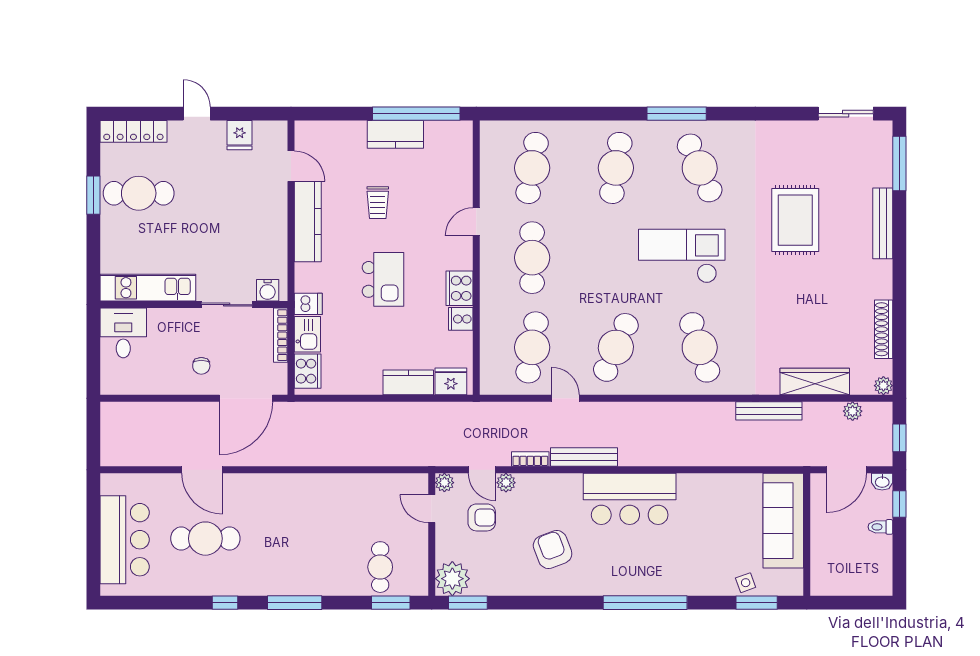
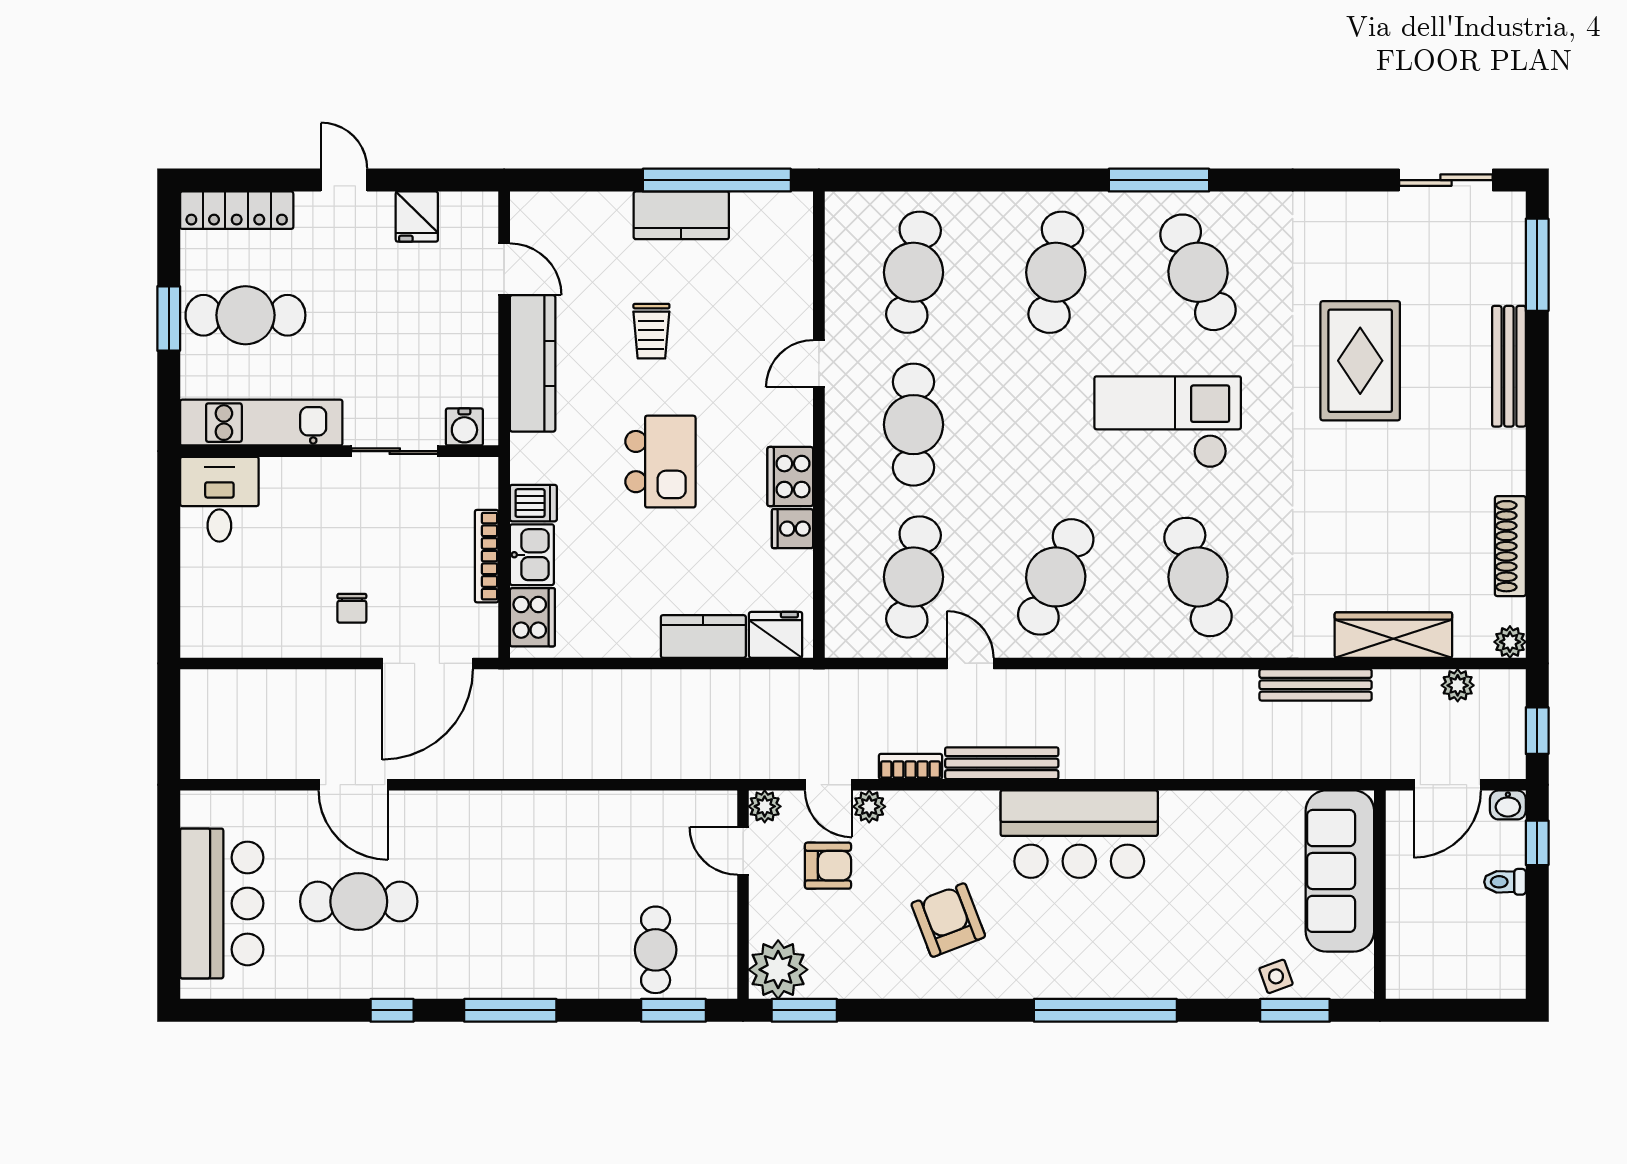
kitchen unit: (148, 288) -> (261, 423), moved
water cooler: (268, 290) -> (464, 427), moved
wall: (194, 305) -> (339, 451), moved
sliding door: (227, 305) -> (395, 451), moved
desk: (123, 333) -> (219, 499), moved

